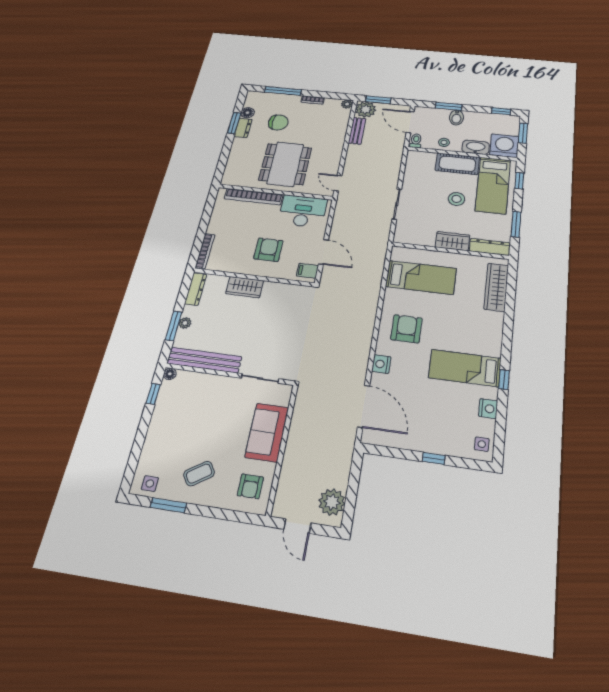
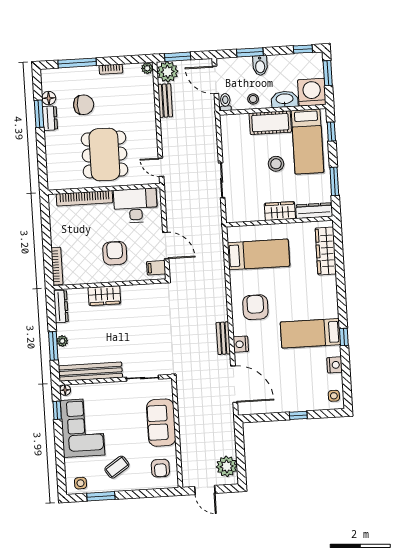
bench: (363, 354) -> (223, 338), added
corner sofa: (175, 419) -> (83, 428), added

